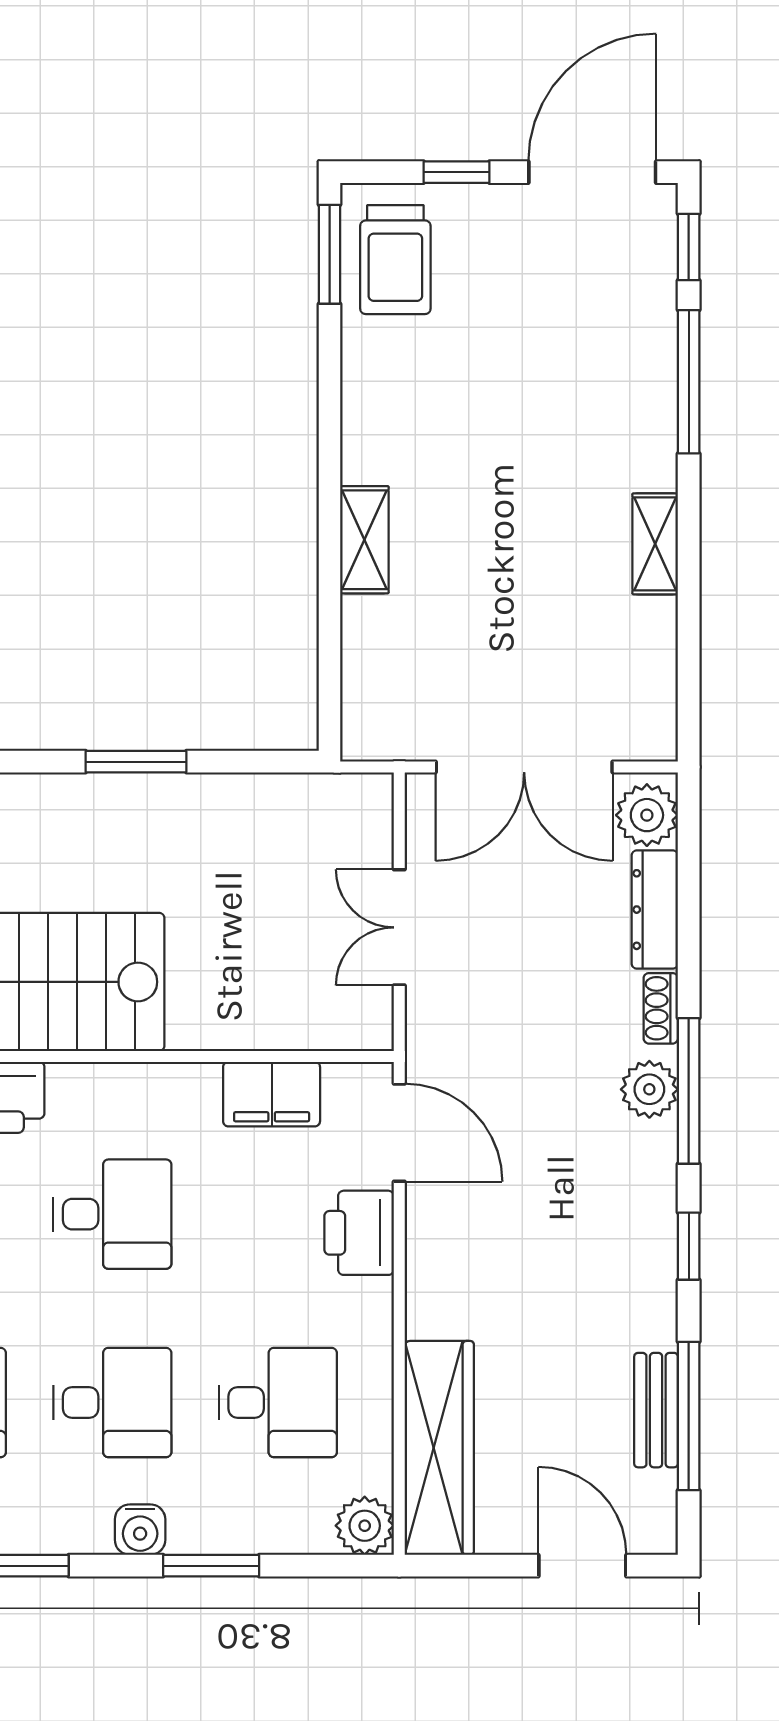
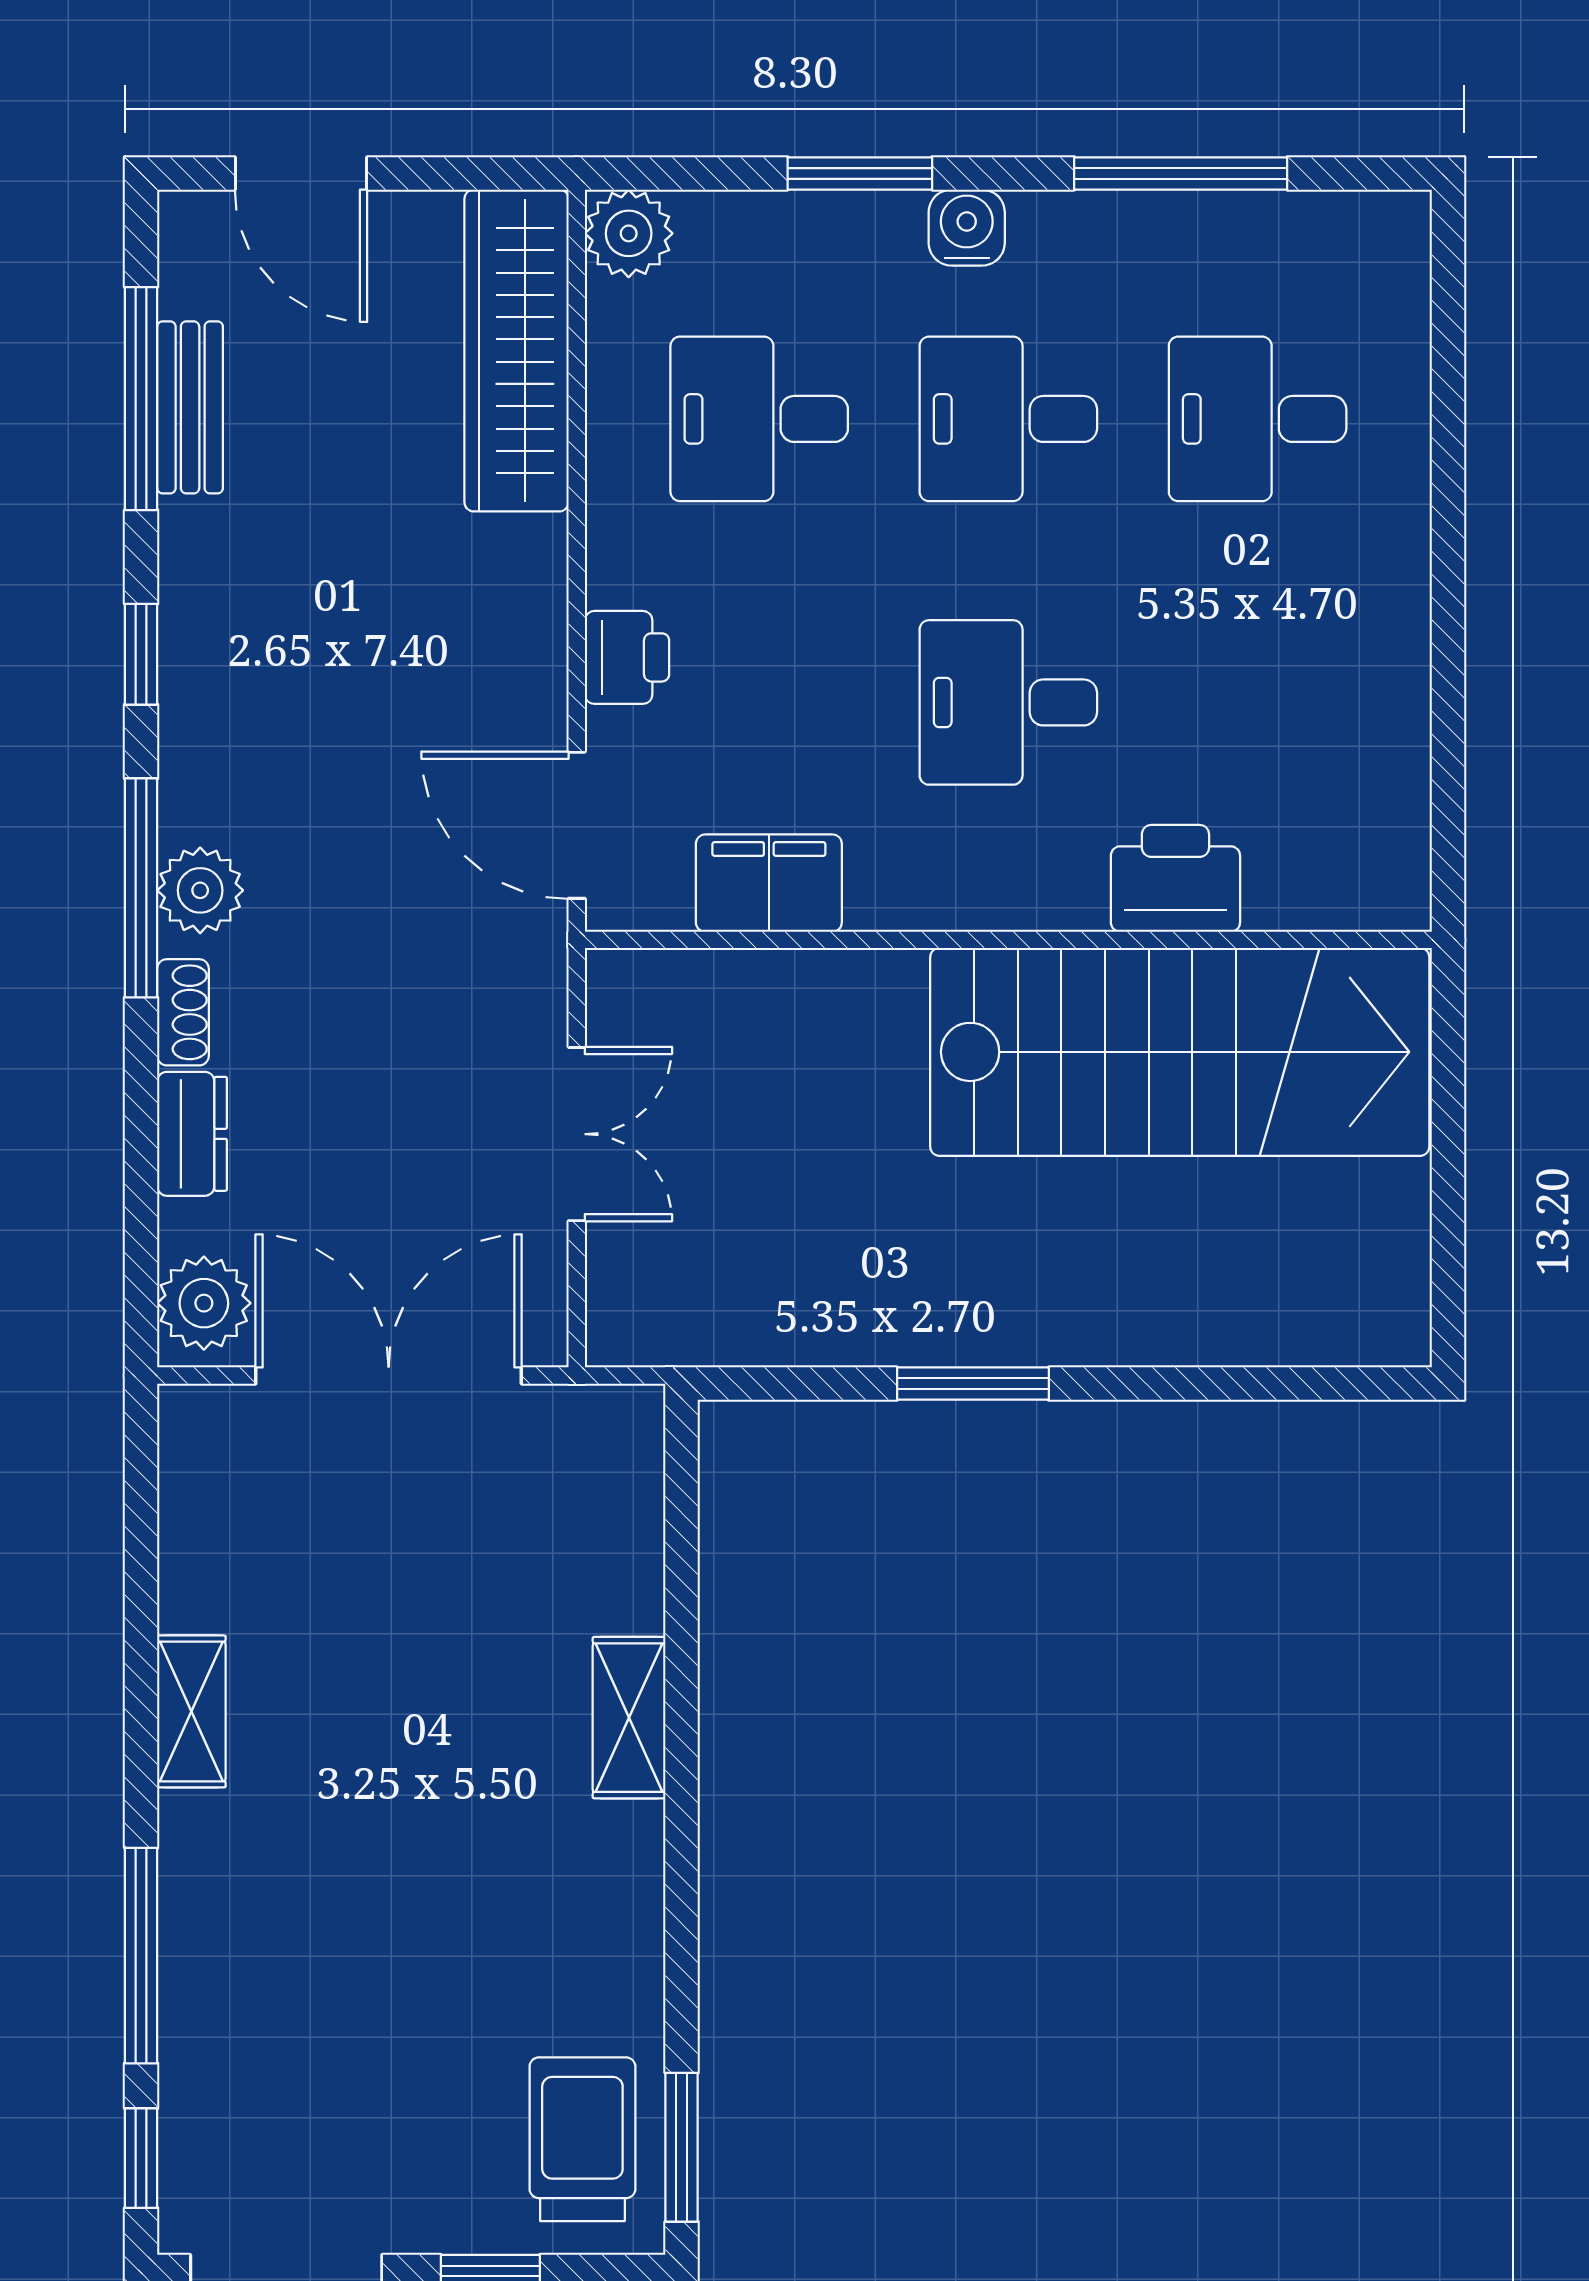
dresser: (655, 910) -> (192, 1134), width x0.70
printer: (359, 1233) -> (627, 657), width x0.73, depth x0.81

